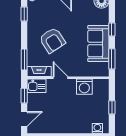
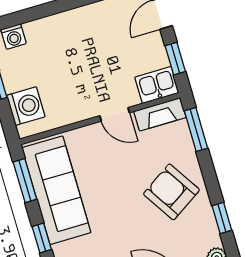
armchair: (52, 40) -> (171, 192), moved
sofa: (98, 43) -> (56, 190), width x1.36
washing machine: (84, 87) -> (26, 106), moved, turned 90

